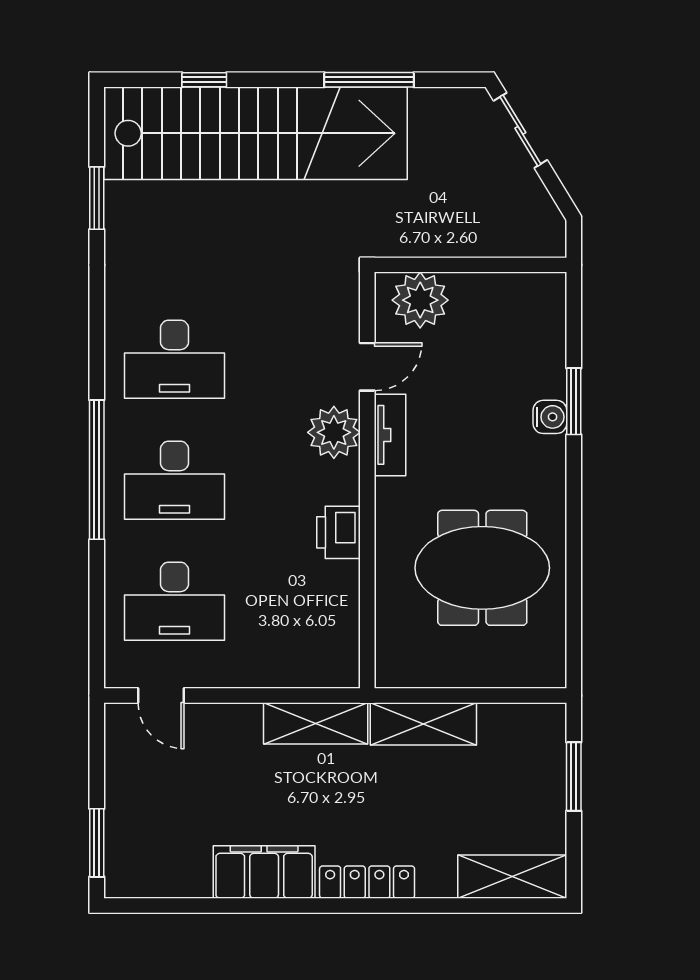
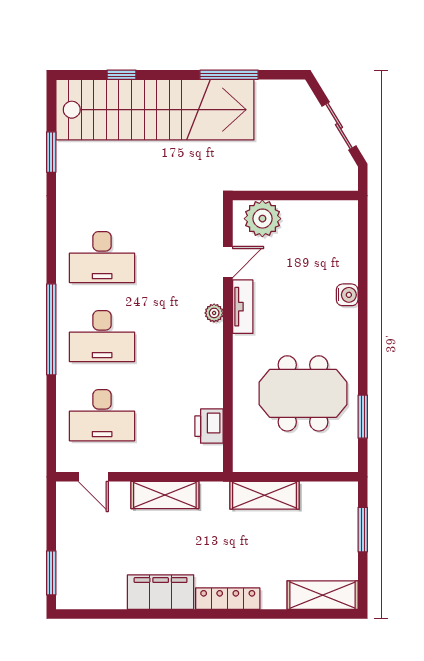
sliding door: (520, 130) -> (339, 126), moved
window: (574, 401) -> (363, 417), moved
plant: (334, 432) -> (214, 313), width x0.53, depth x0.53
printer: (338, 532) -> (209, 426), moved
shelving: (316, 723) -> (165, 495), moved

